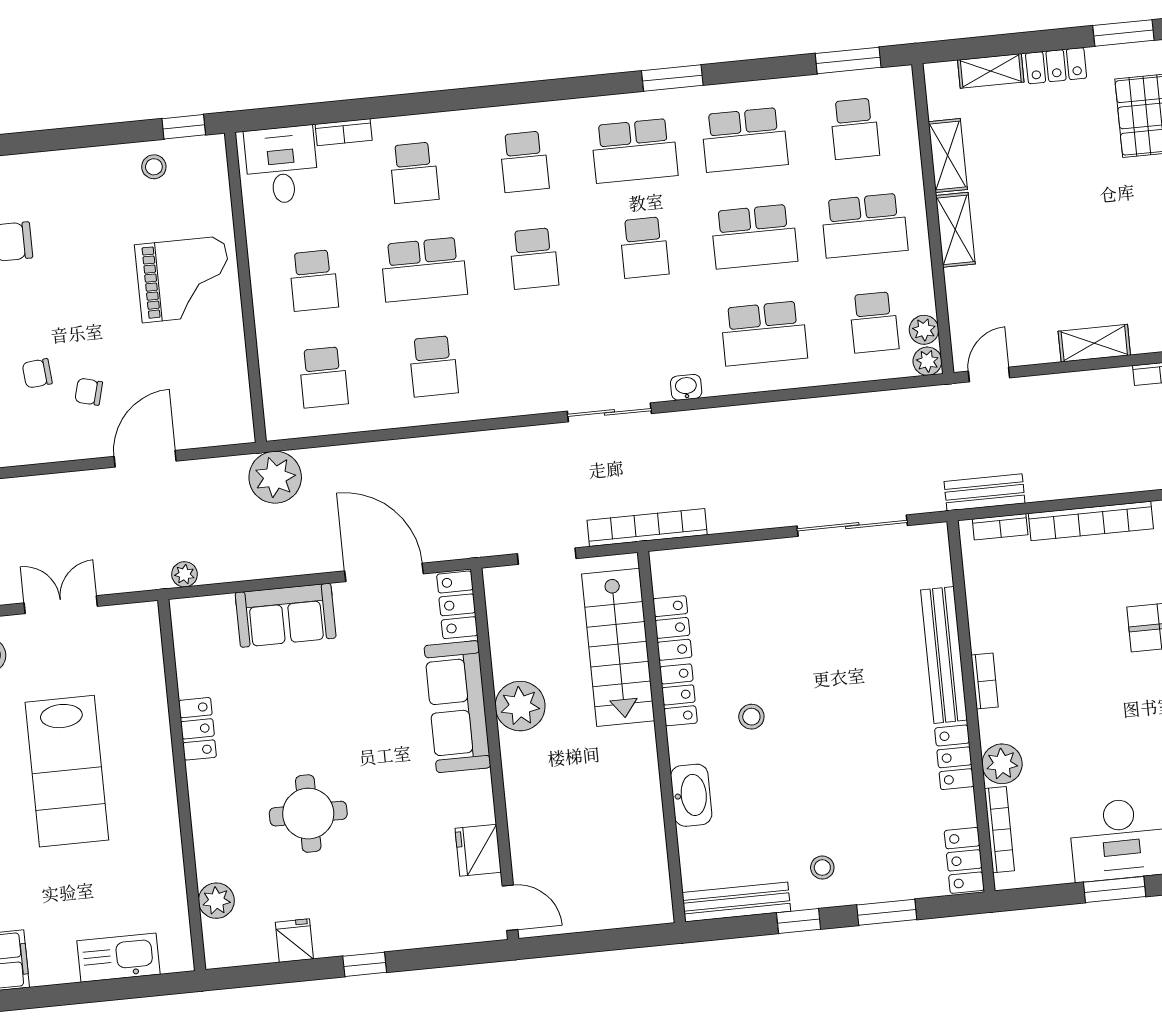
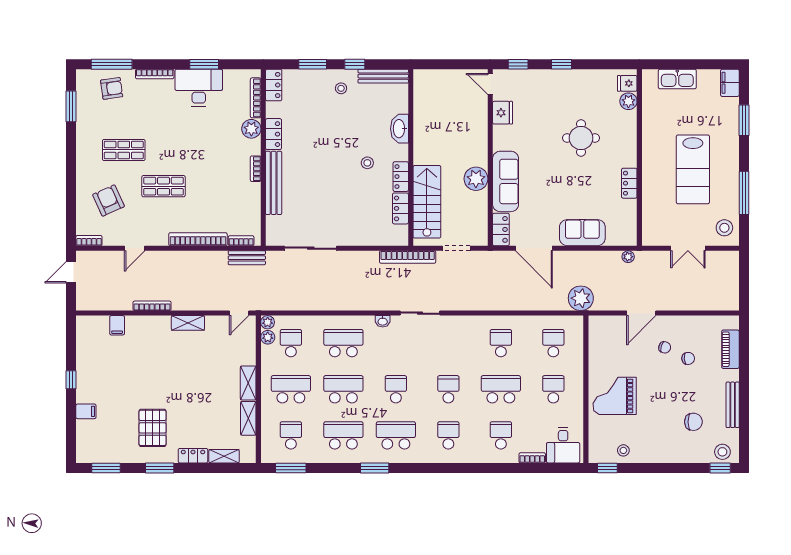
lab bench: (67, 771) -> (693, 169), turned 180
fridge: (294, 941) -> (627, 83), moved, turned 90
window: (456, 955) -> (518, 64), added

